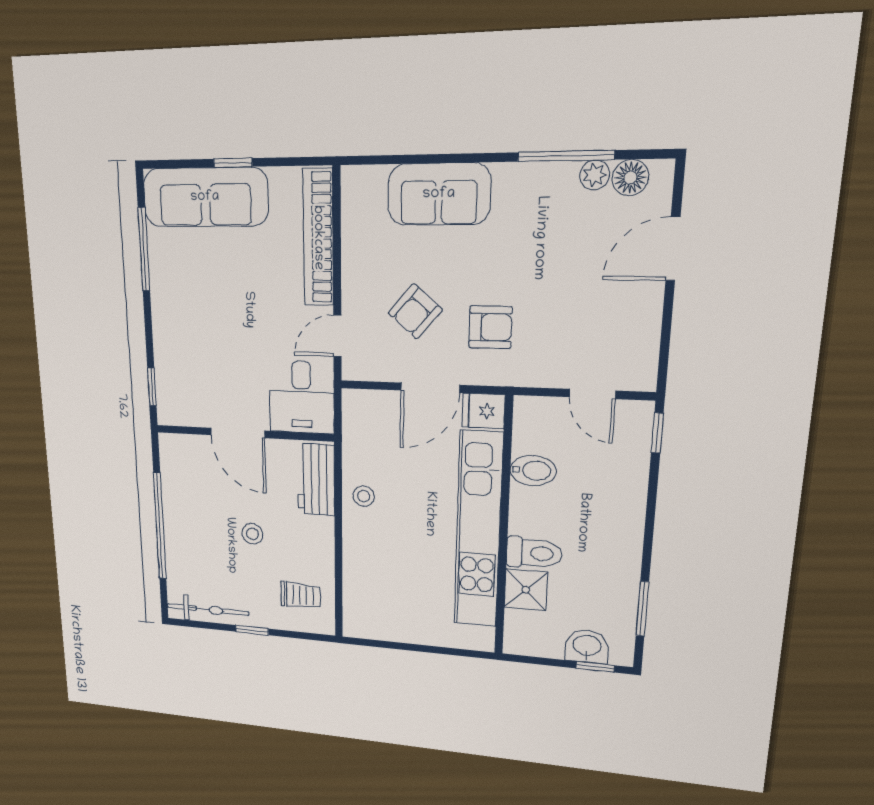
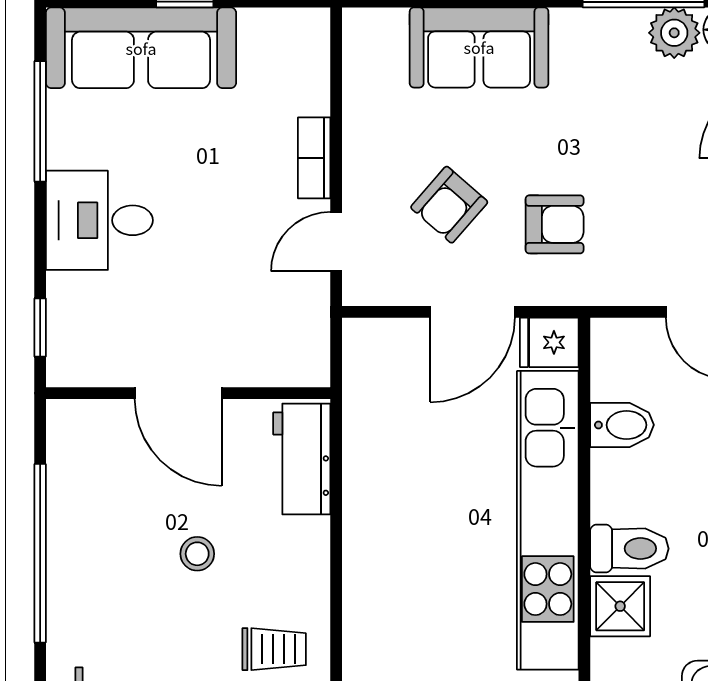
plant: (595, 175) -> (674, 33), width x1.38, depth x1.38
bookcase: (318, 238) -> (314, 158), width x0.43, depth x0.76
desk: (301, 397) -> (99, 220), moved, turned 90
stool: (364, 496) -> (376, 480), removed

